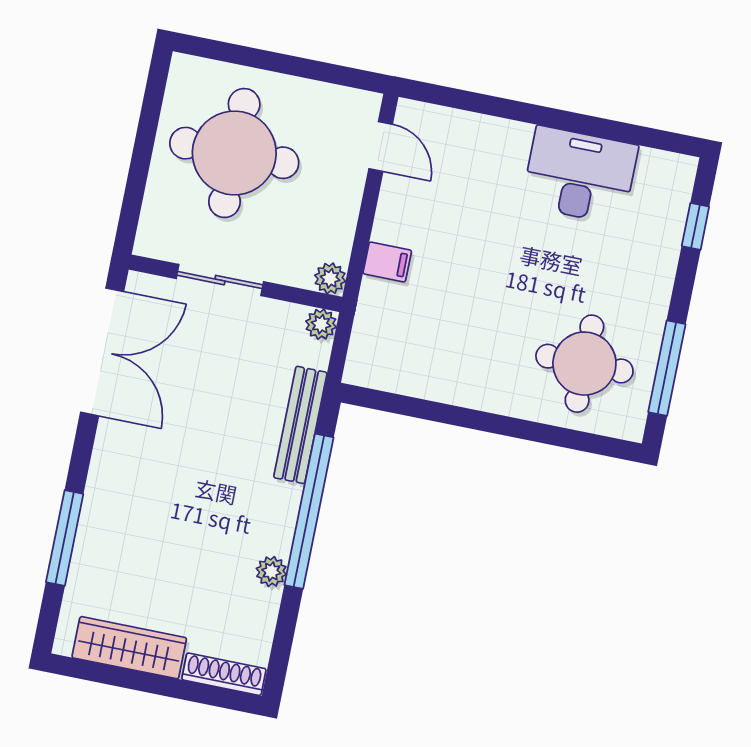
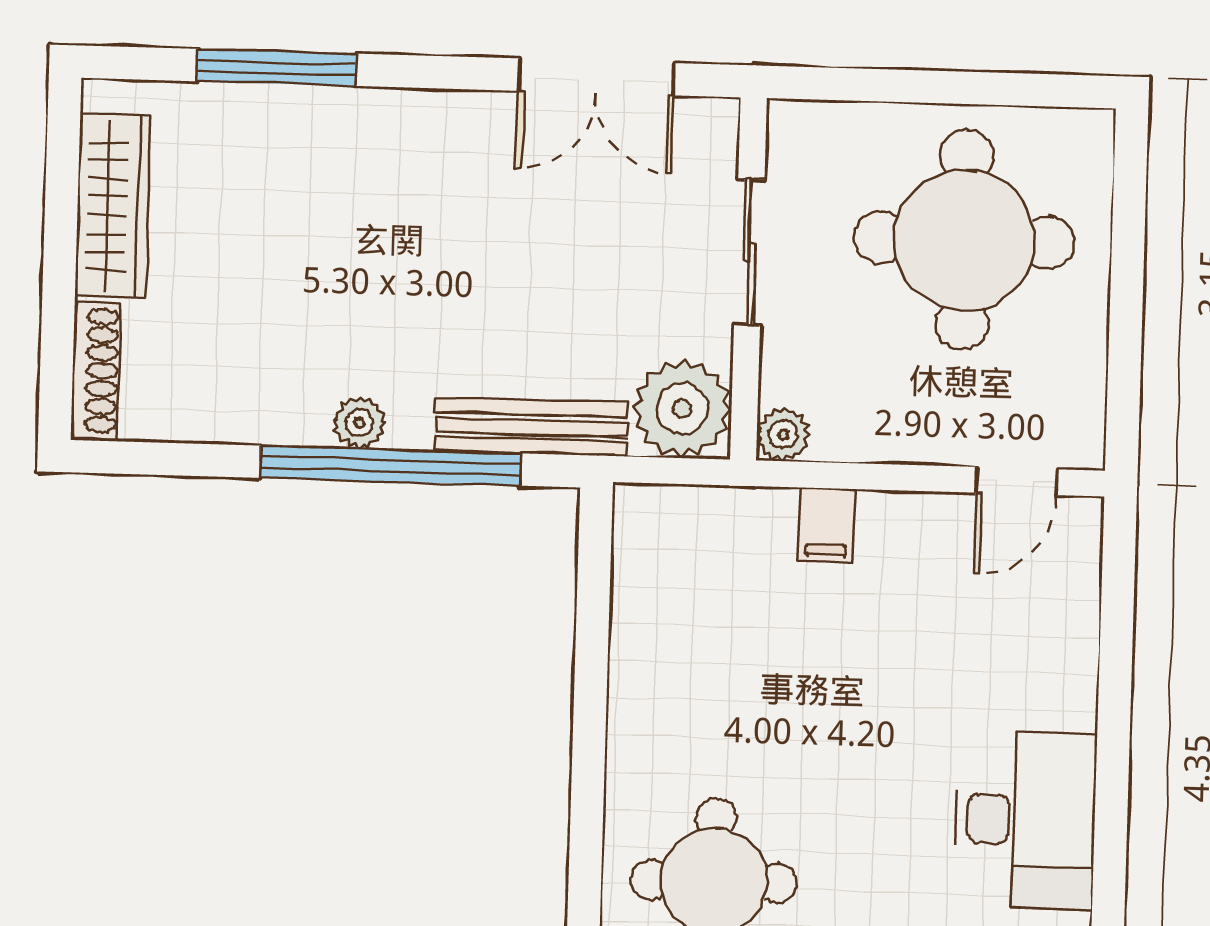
plant: (321, 324) -> (682, 409), width x1.87, depth x1.87
double door: (102, 352) -> (596, 77), width x0.73
plant: (271, 572) -> (359, 423), moved

